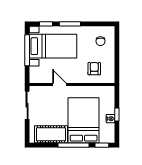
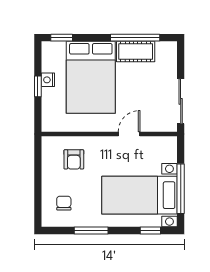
window: (70, 24) -> (91, 231), moved
door: (59, 85) -> (129, 134), swing flipped
cot: (51, 134) -> (136, 52), width x0.73, depth x0.75
window: (74, 145) -> (135, 38), moved

